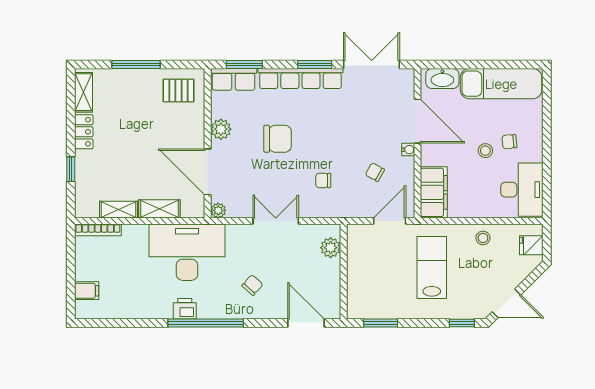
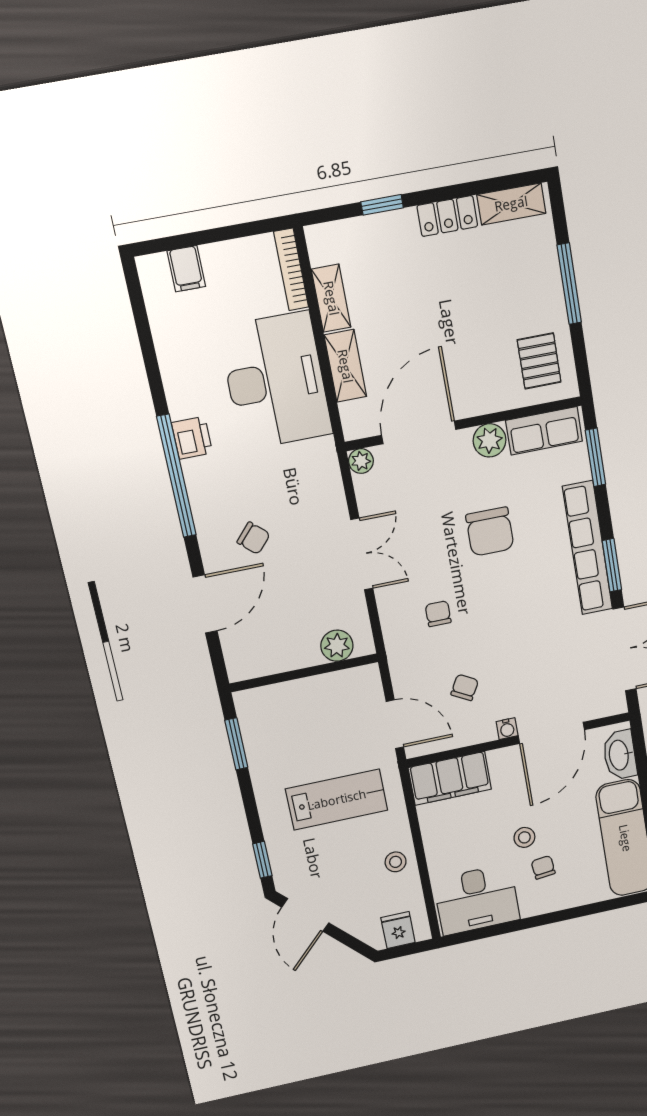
row of seats: (234, 79) -> (544, 431), moved, turned -90
desk: (187, 252) -> (276, 381), moved
door: (306, 323) -> (205, 604), moved

